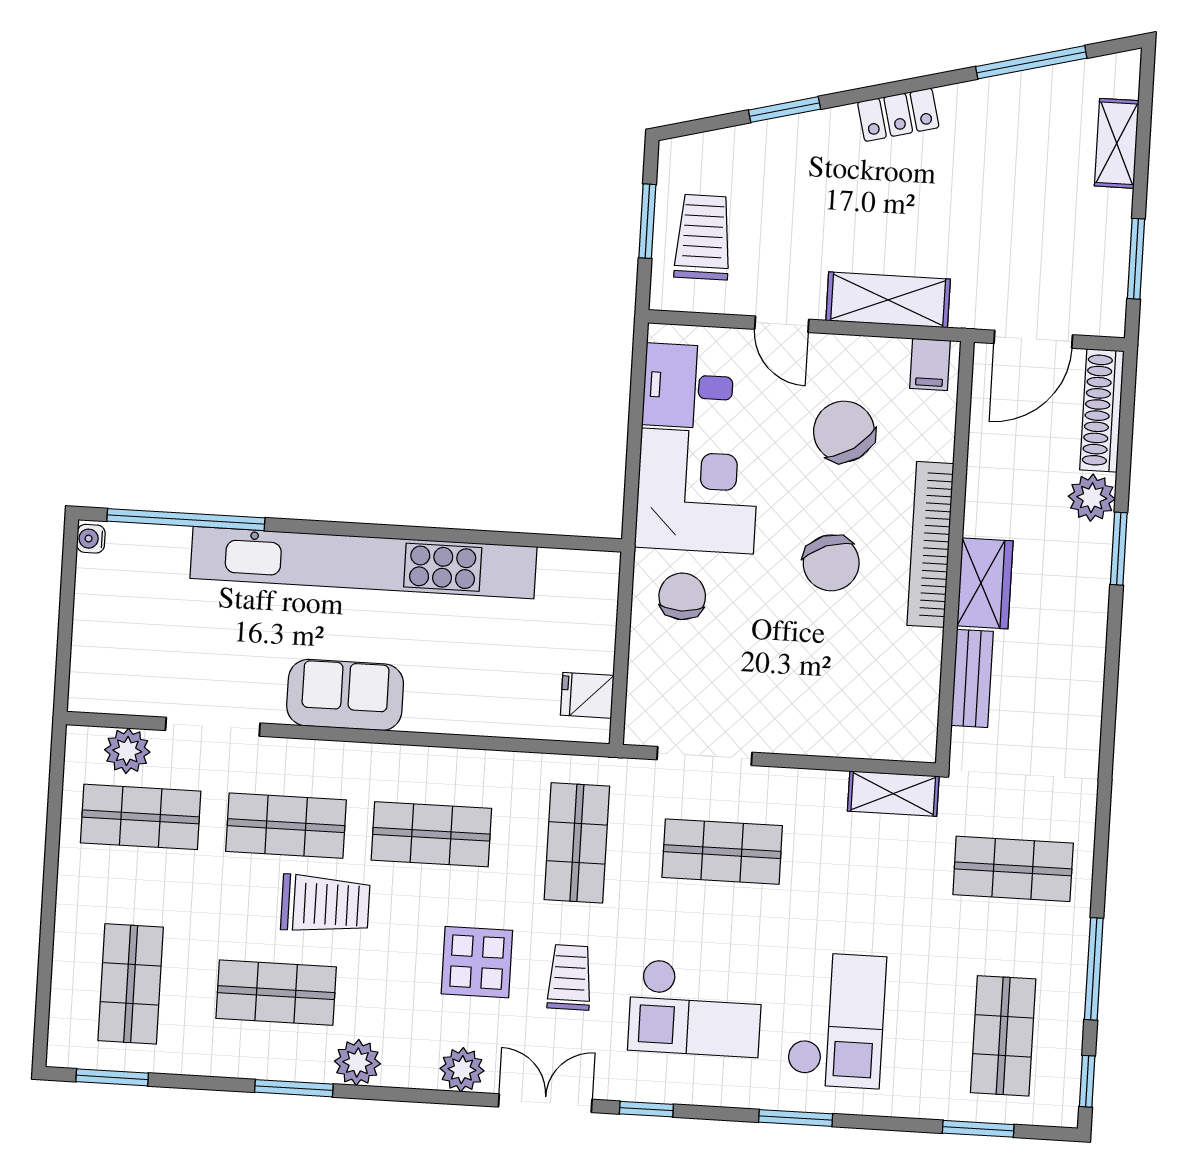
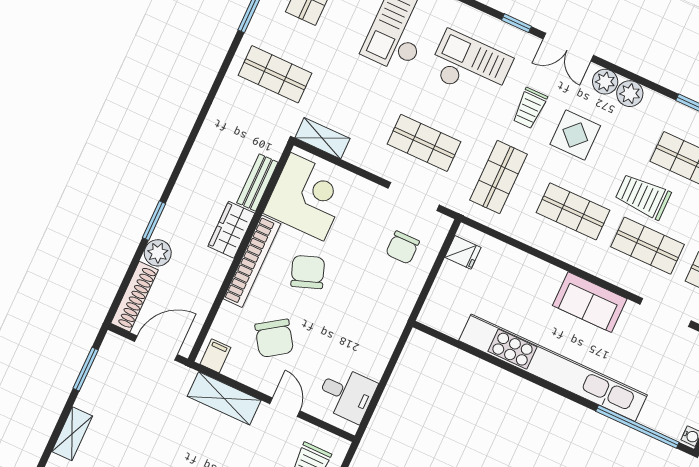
corner desk: (697, 491) -> (307, 197), moved, turned 180
chair: (682, 596) -> (402, 248), moved
plant: (357, 1062) -> (630, 94), moved

